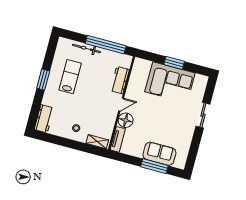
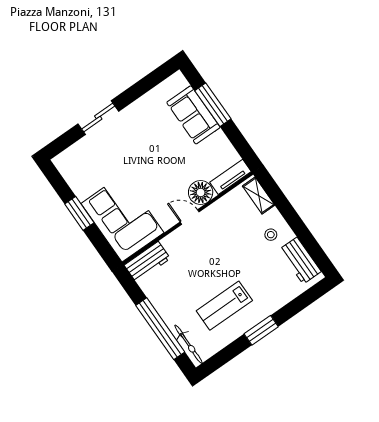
window: (106, 45) -> (160, 329), moved
bicycle: (86, 48) -> (188, 344), moved
workbench: (120, 80) -> (147, 262), moved
corner sofa: (170, 82) -> (122, 218), moved
workbench: (44, 119) -> (300, 261), moved, turned -90

